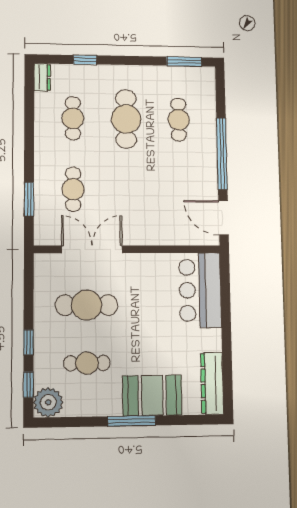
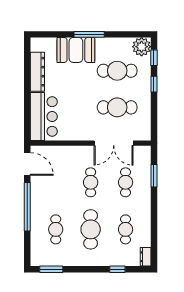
cafe table: (127, 189) -> (91, 182), added
cafe table: (87, 363) -> (117, 71), width x1.37, depth x1.35
dresser: (212, 383) -> (37, 72), moved

